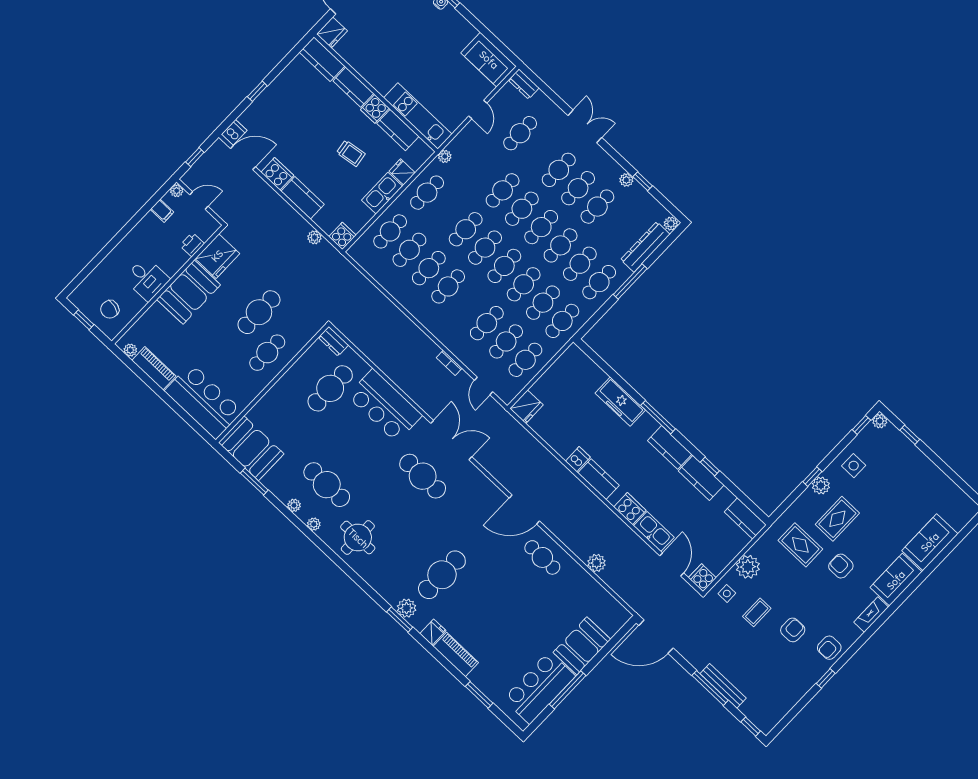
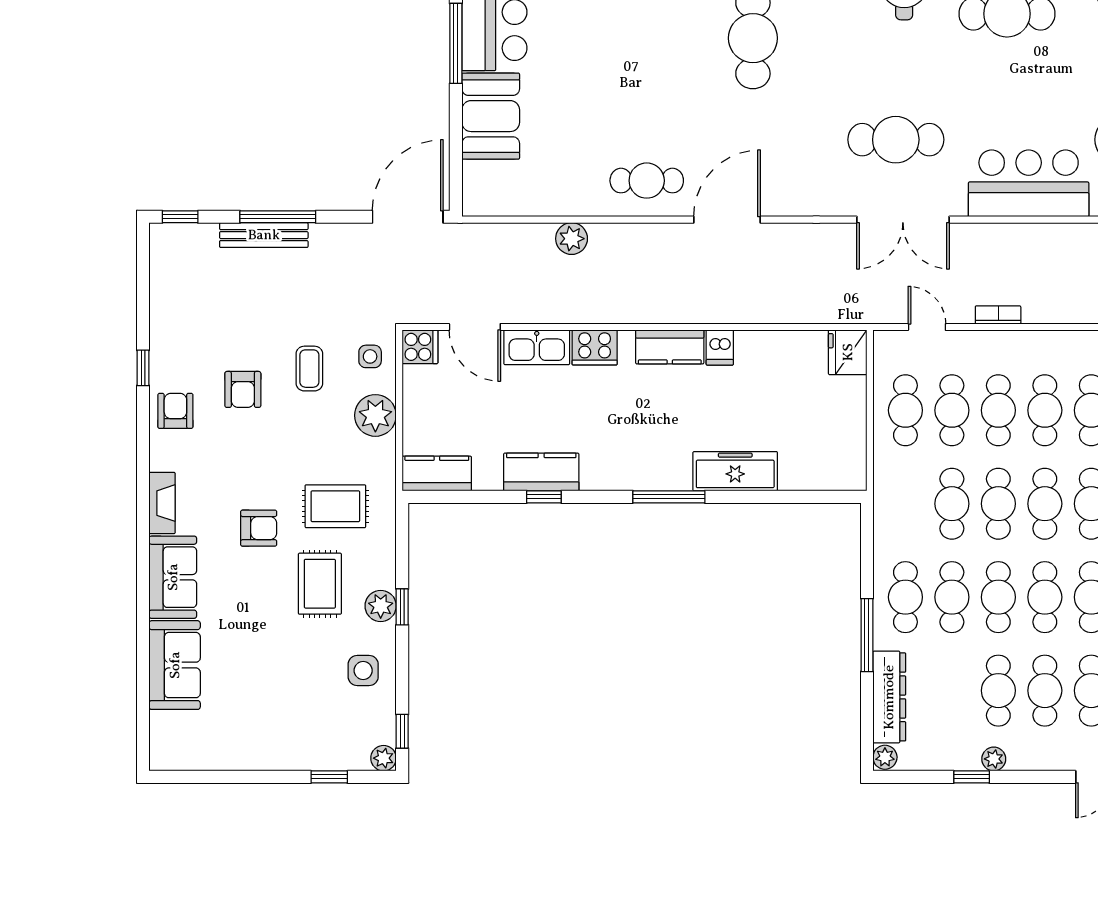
cafe table: (562, 321) -> (1045, 410), moved
kitchen counter: (670, 447) -> (618, 473), removed

